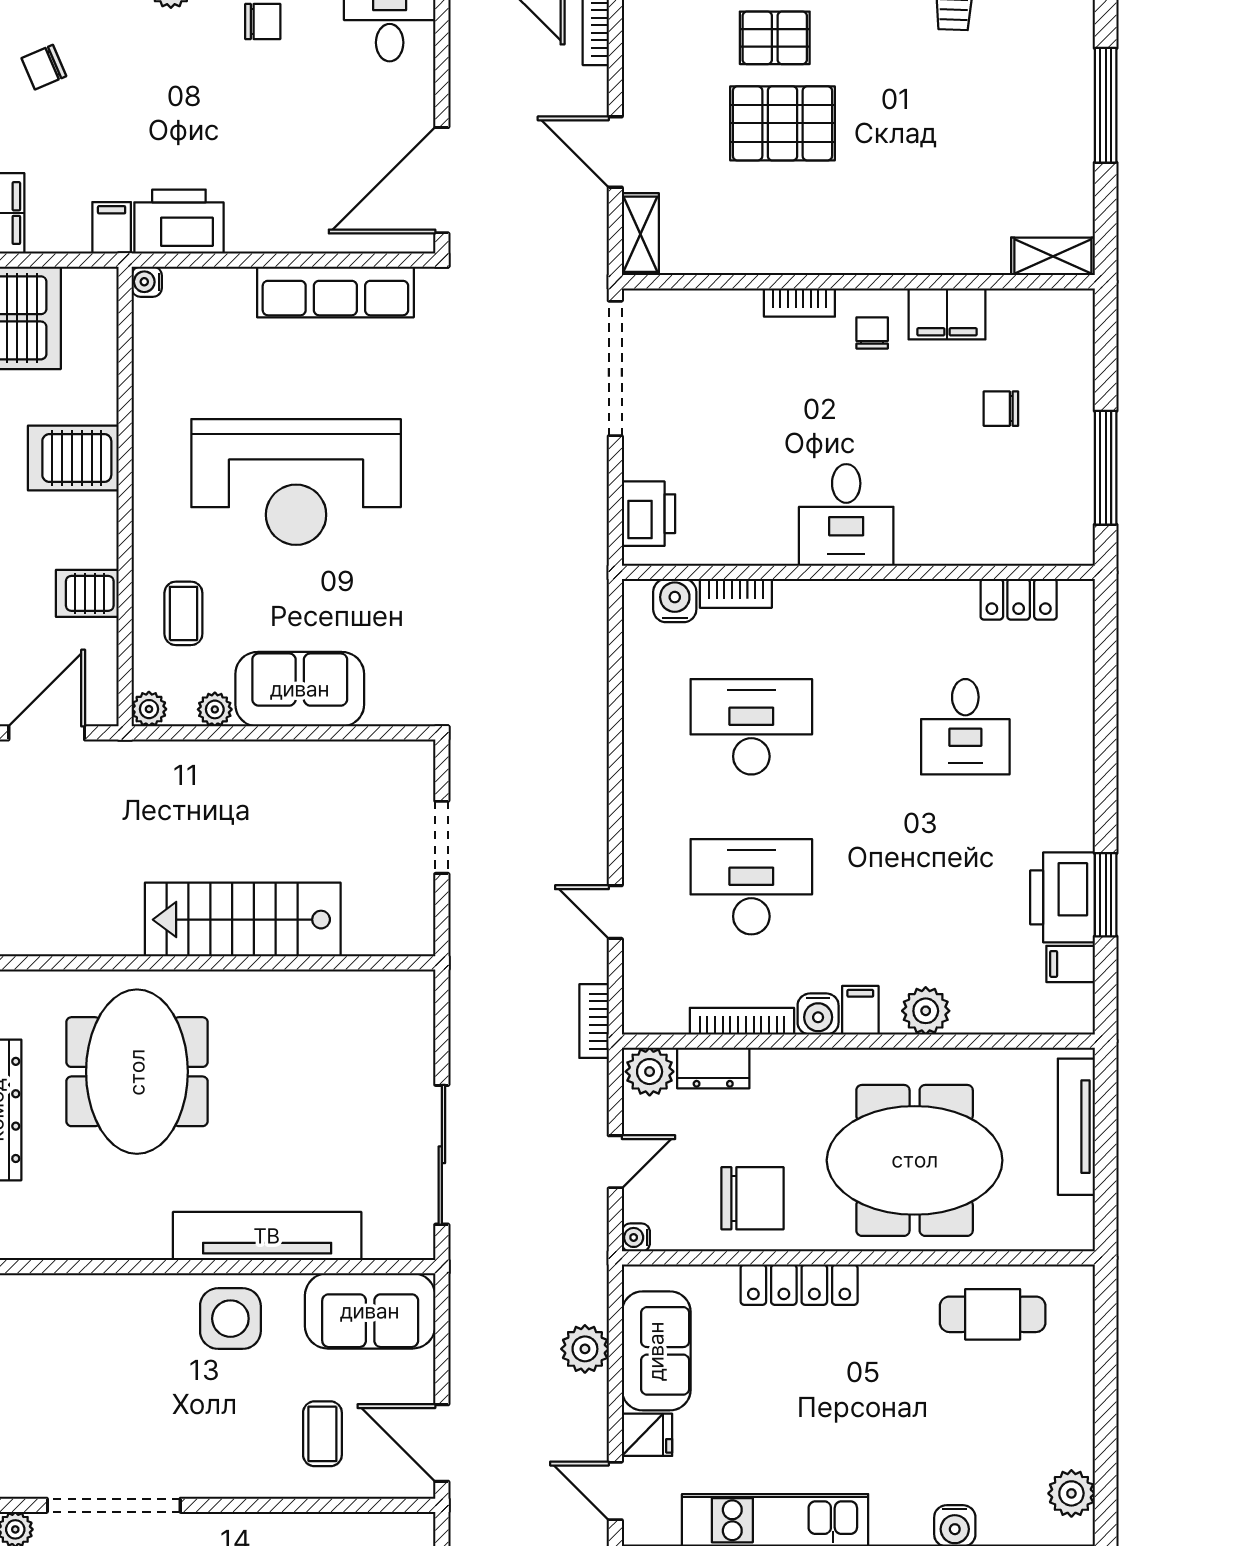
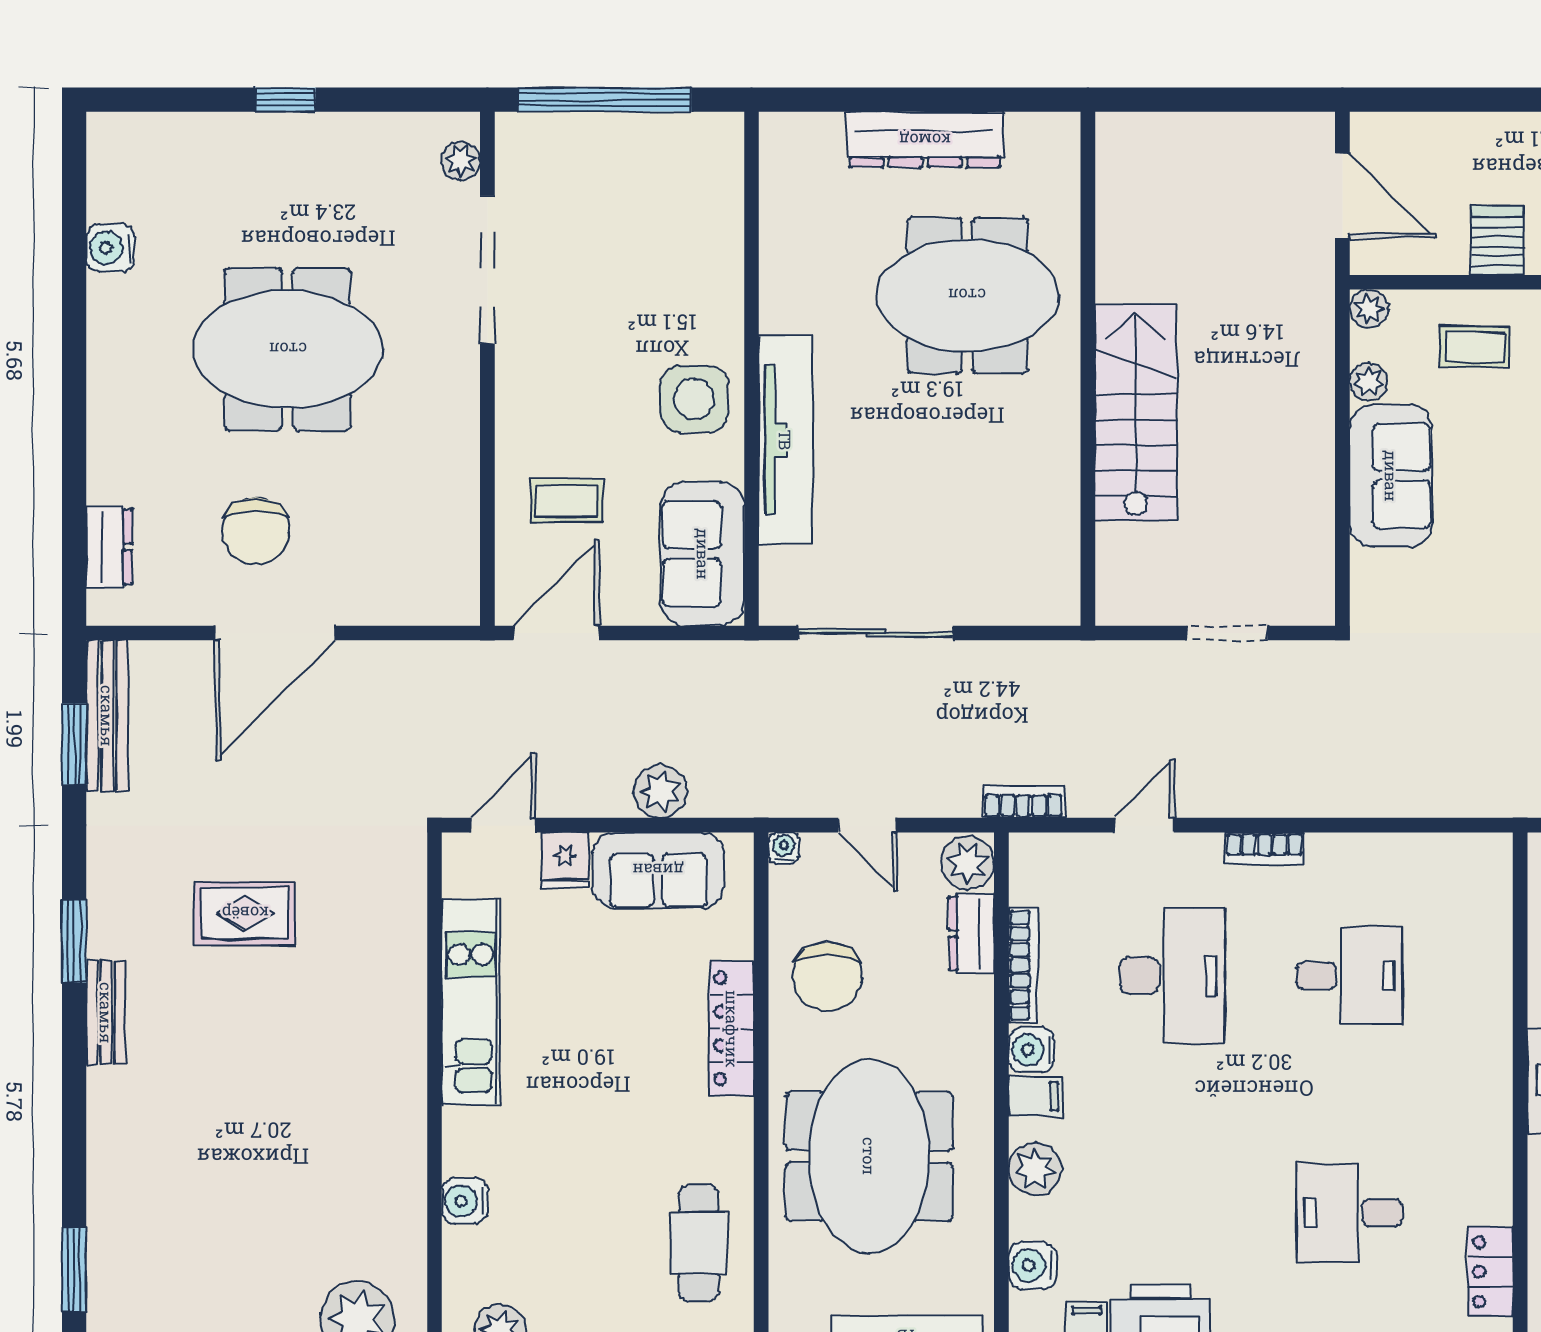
bookcase: (736, 593) -> (1265, 848), moved, turned -90
water cooler: (675, 601) -> (1032, 1265), moved, turned 180
desk: (751, 727) -> (1349, 976), width x0.73

